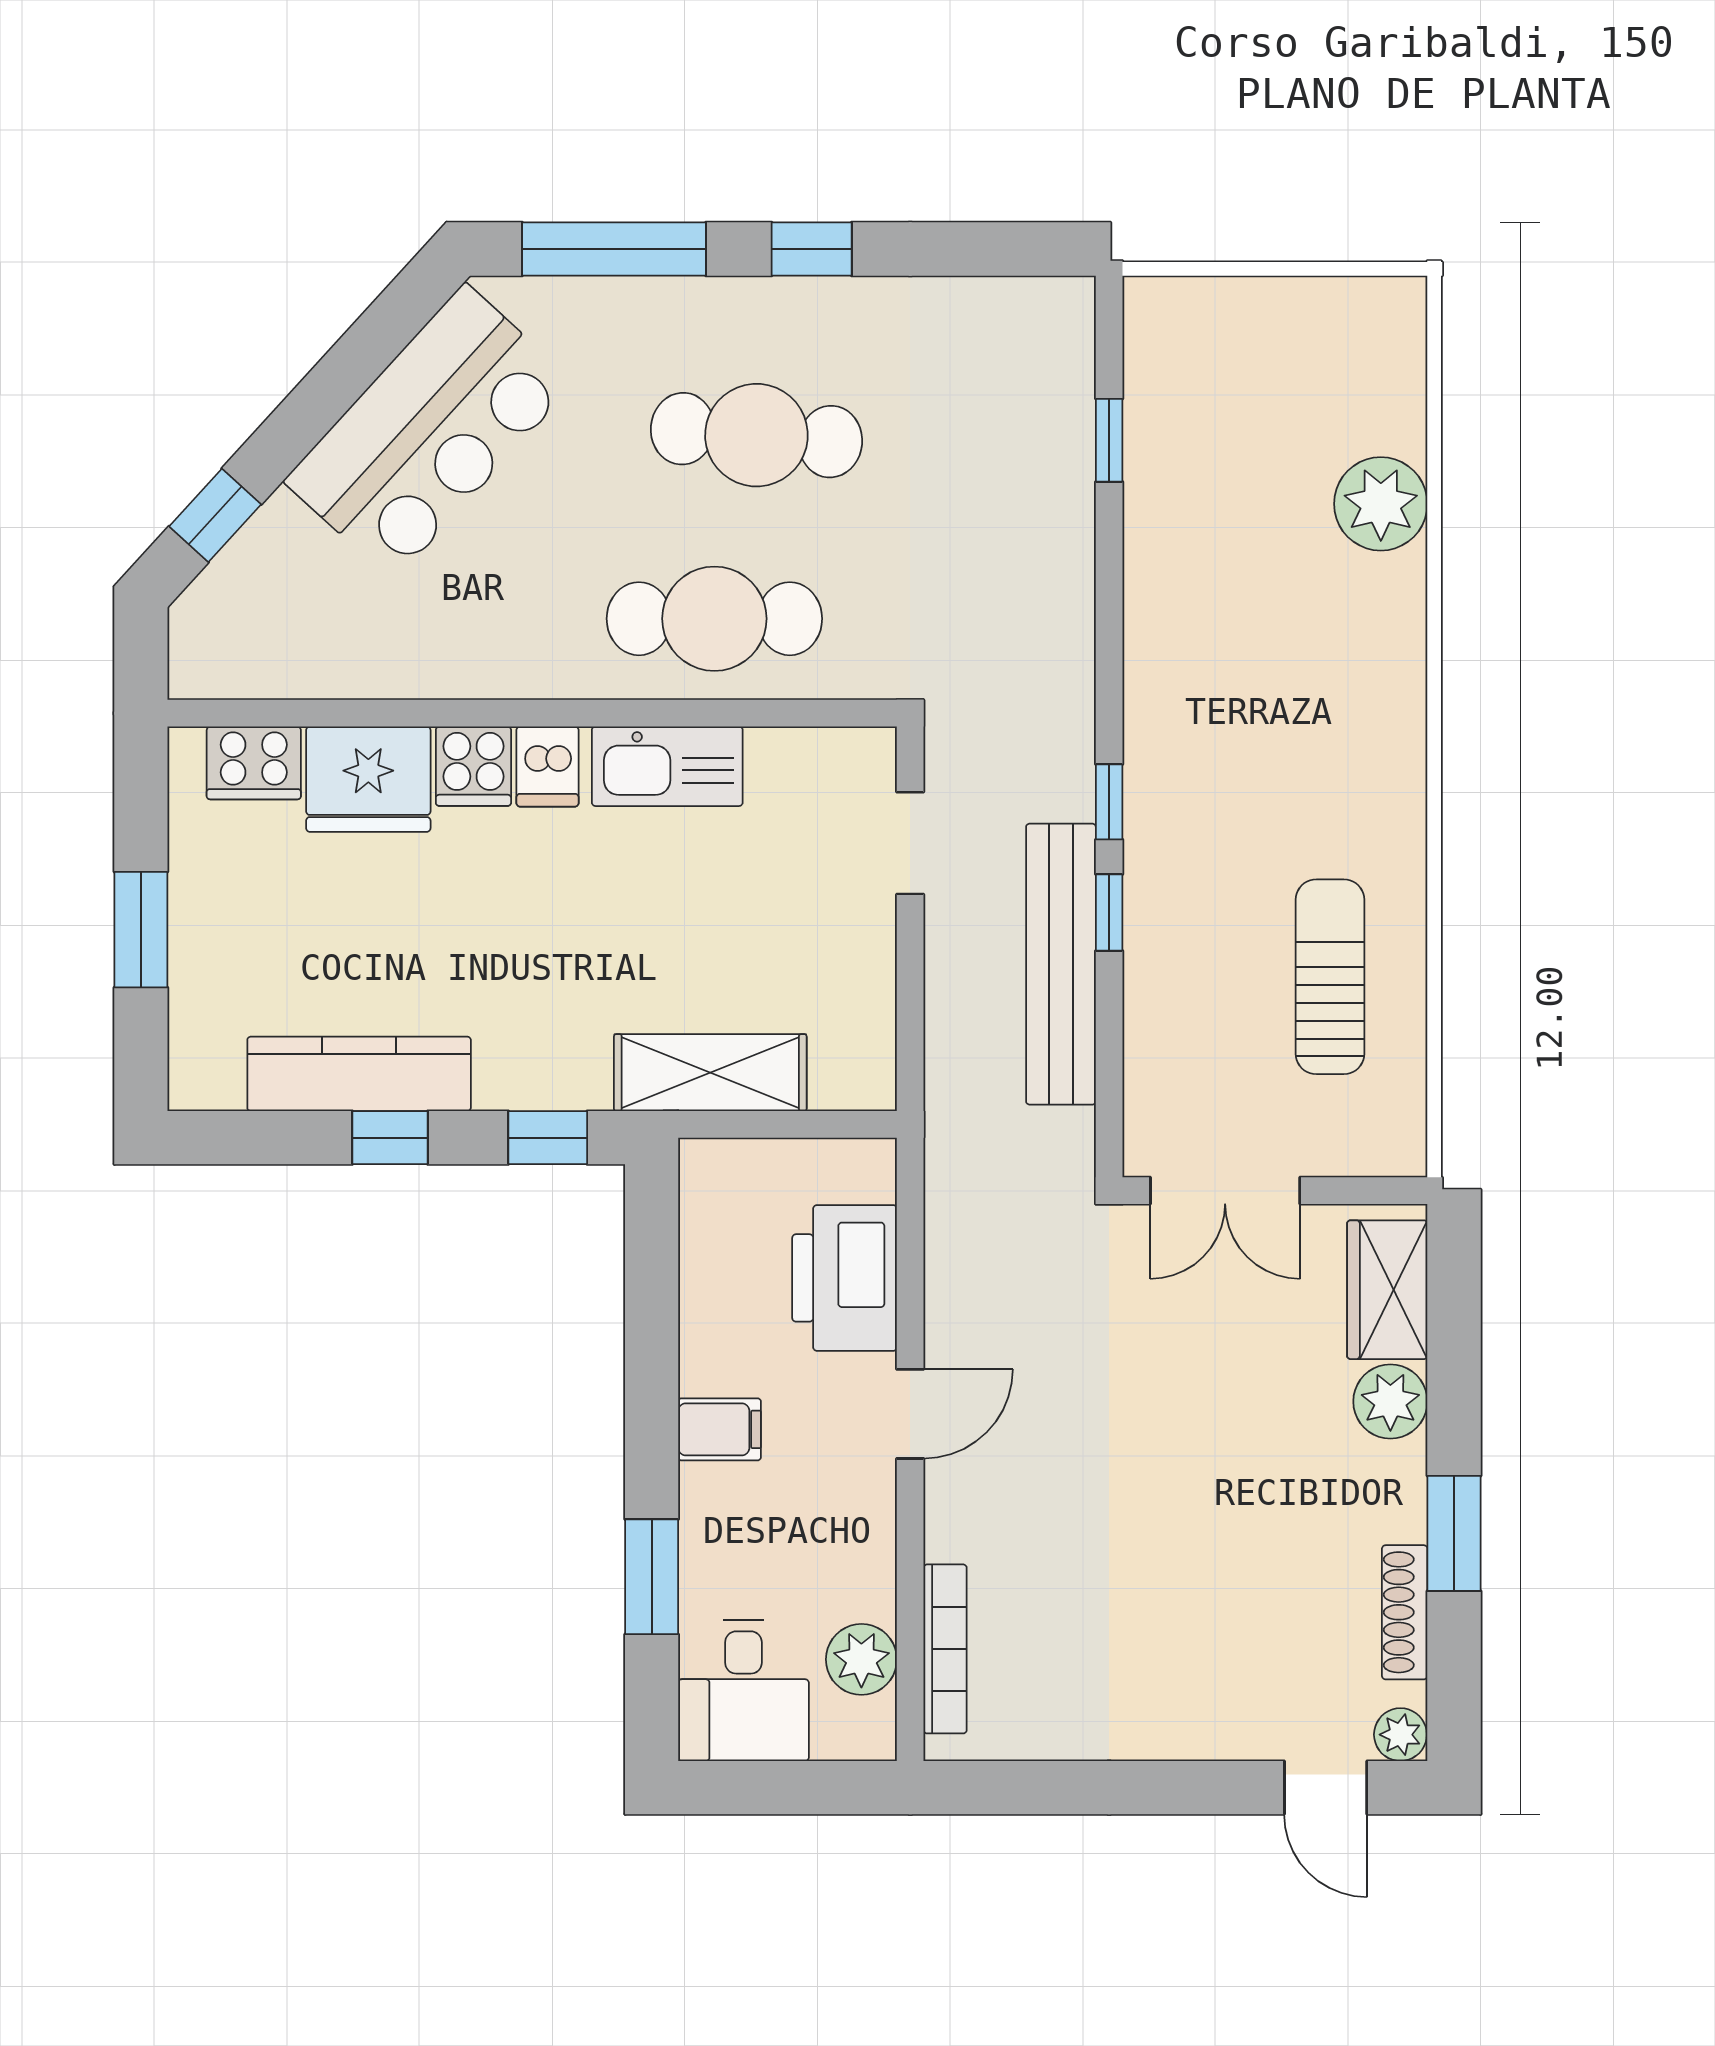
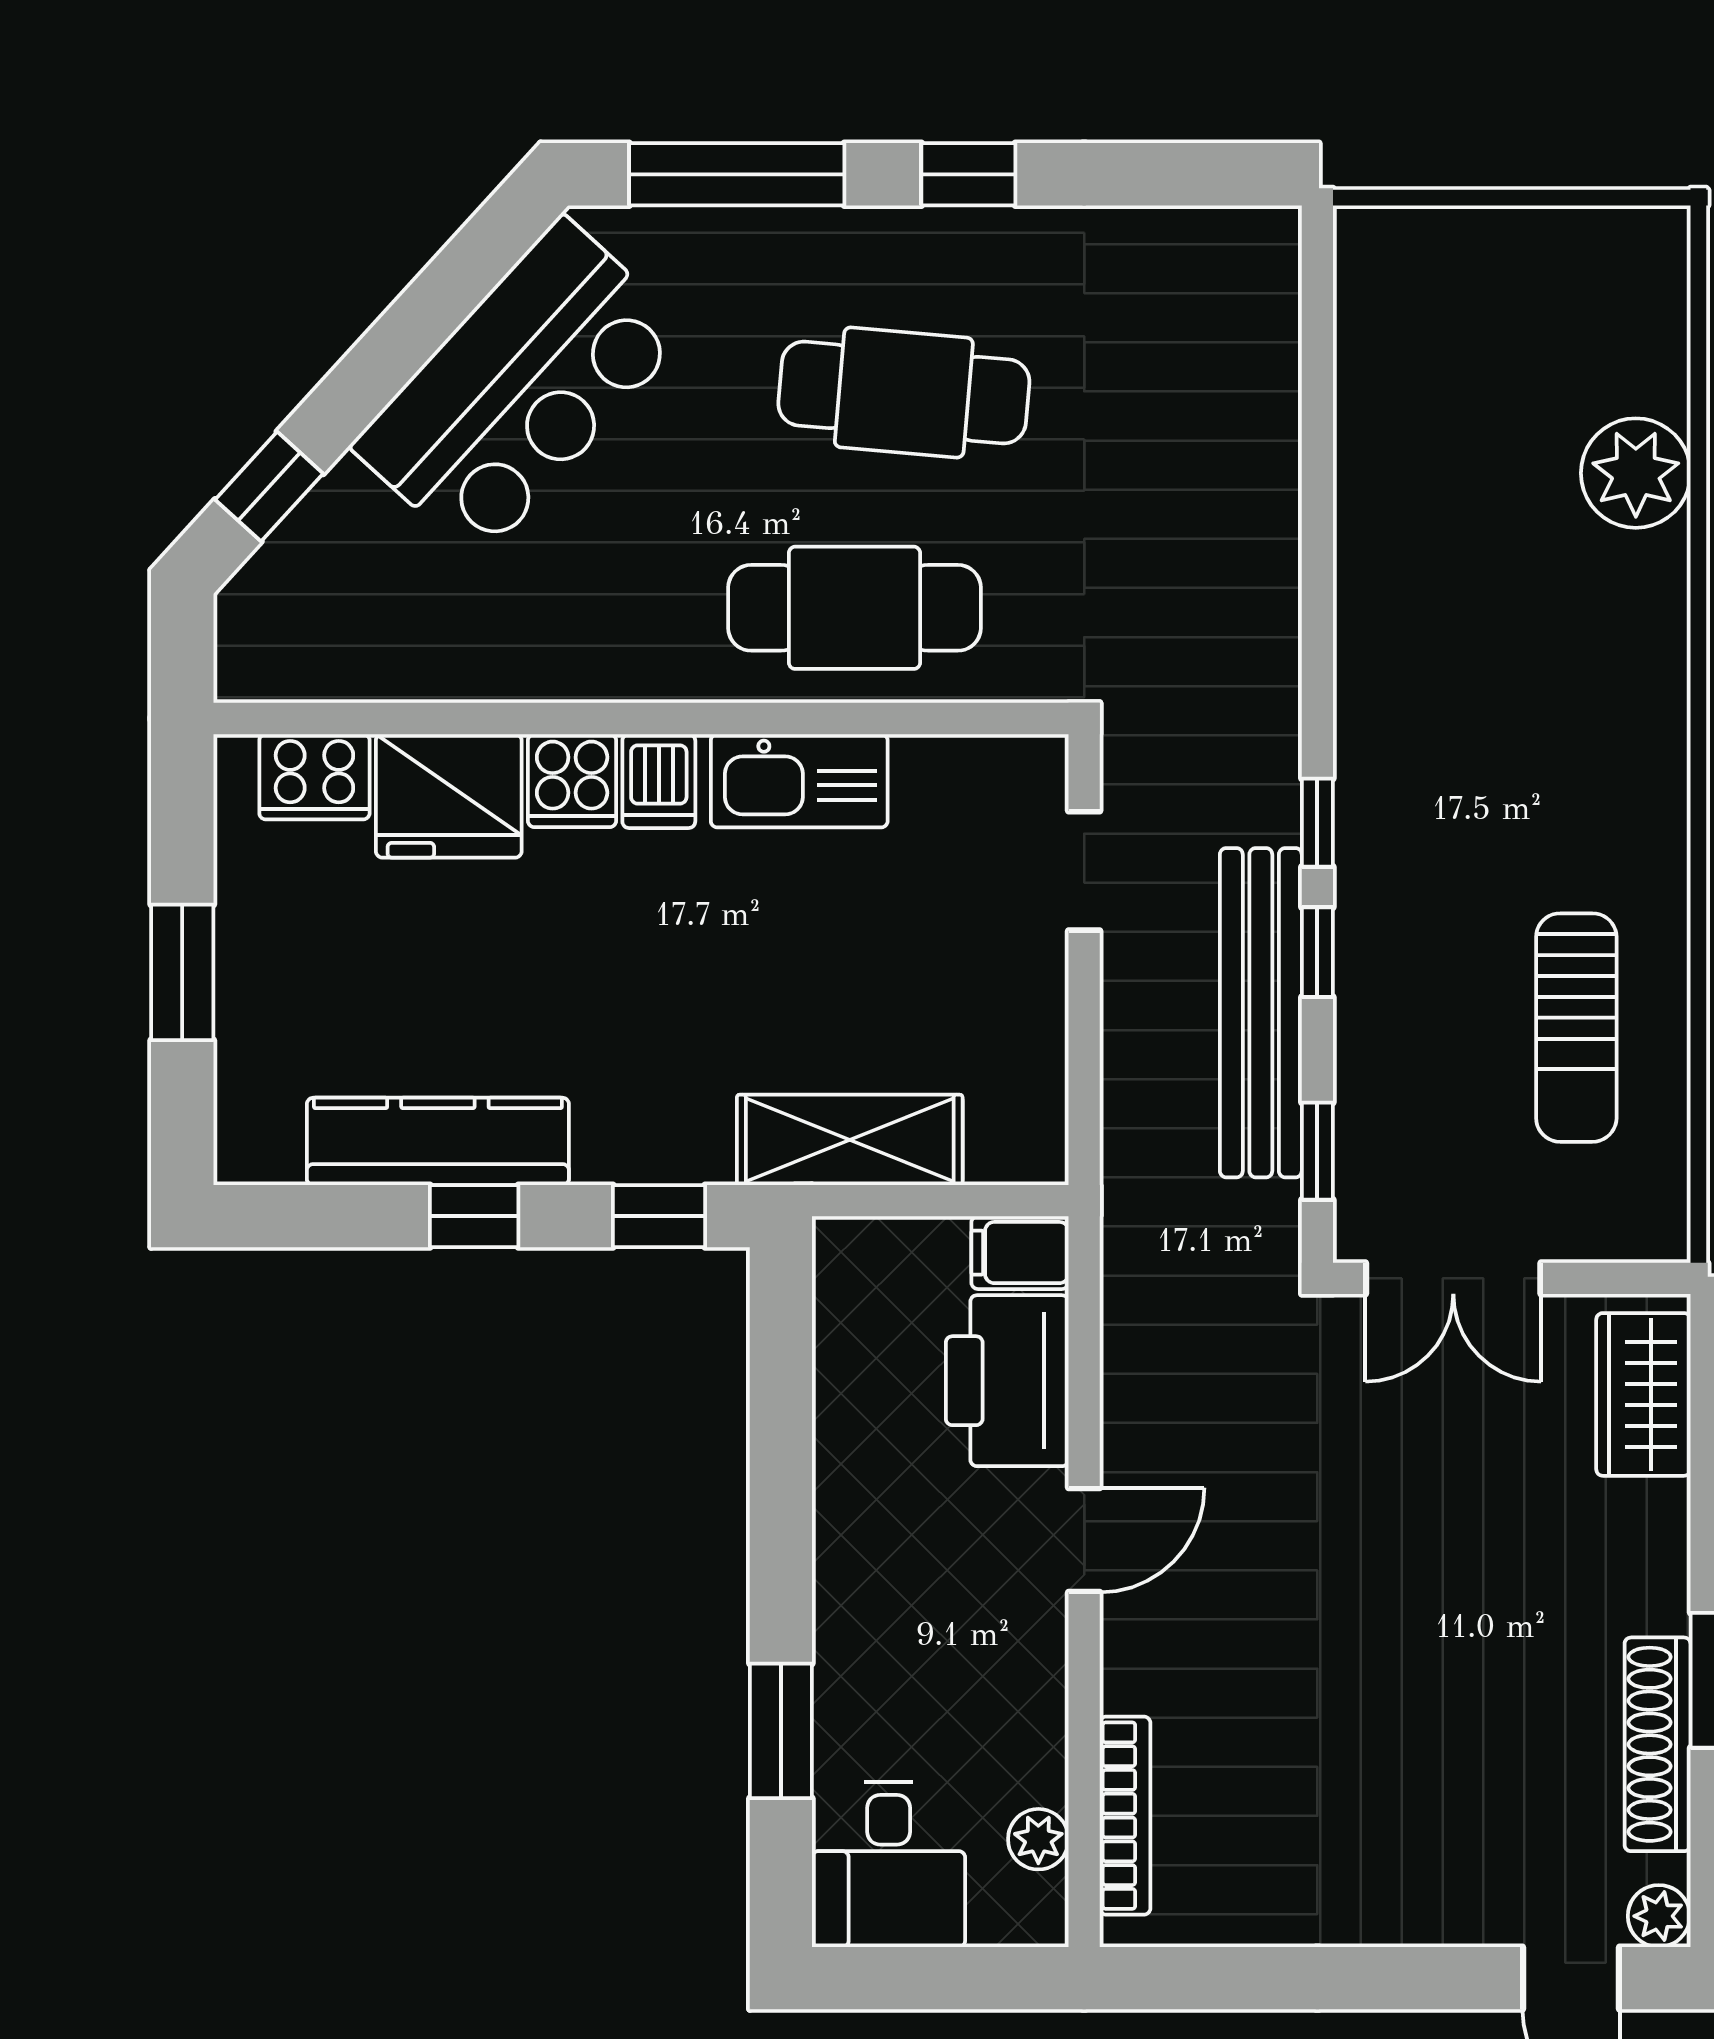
window: (1109, 440) -> (1317, 1151), moved
sun lounger: (1330, 977) -> (1576, 1028), turned 180
plant: (1390, 1401) -> (1647, 1525), removed
filing cabinet: (720, 1429) -> (1020, 1253), moved, turned 180
shoe rack: (1405, 1612) -> (1658, 1744), width x1.36, depth x1.24
plant: (861, 1659) -> (1038, 1839), width x0.73, depth x0.73

